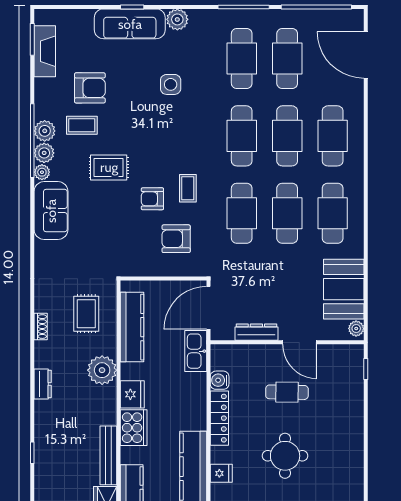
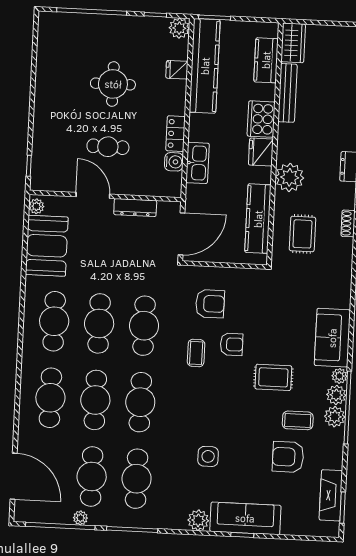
plant: (296, 16) -> (80, 518), added
kitchen sink: (196, 351) -> (198, 163), moved
locker: (219, 418) -> (176, 134), width x0.66

